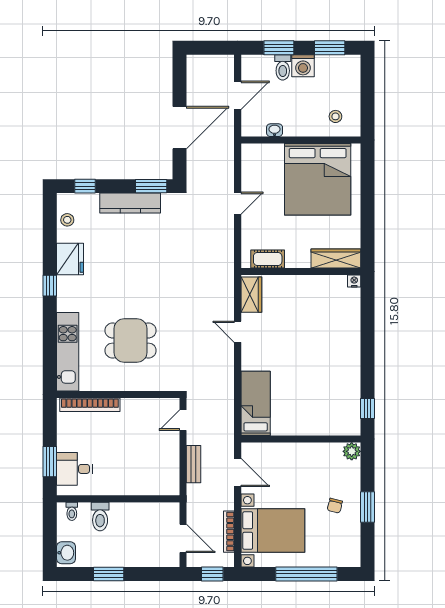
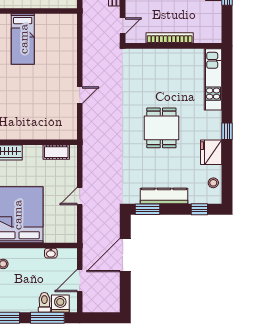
window: (279, 48) -> (47, 318), width x1.44
washing machine: (303, 66) -> (60, 304), moved
wardrobe: (251, 295) -> (69, 124), removed
door: (238, 332) -> (80, 95), hinge flipped
dining table: (131, 341) -> (161, 128), moved, turned 90
bed: (256, 403) -> (23, 39), moved
bookcase: (90, 405) -> (170, 38), moved

